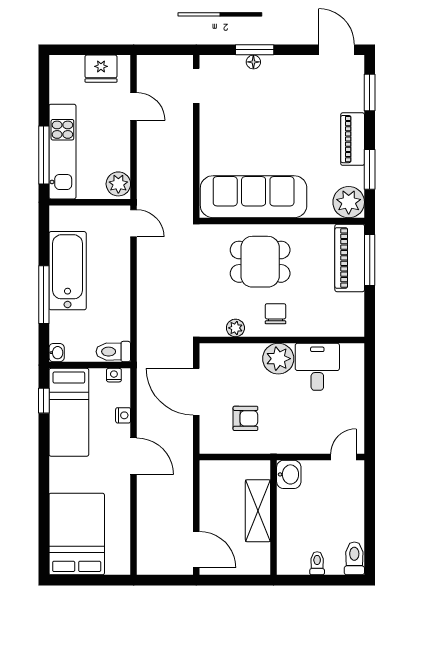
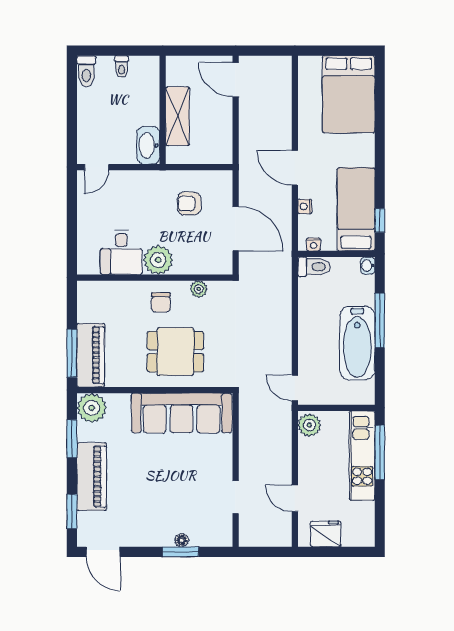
doorway: (196, 86) -> (236, 497), moved
piano: (353, 139) -> (92, 477), width x1.37, depth x1.33
washbasin: (289, 474) -> (148, 145), width x1.38

